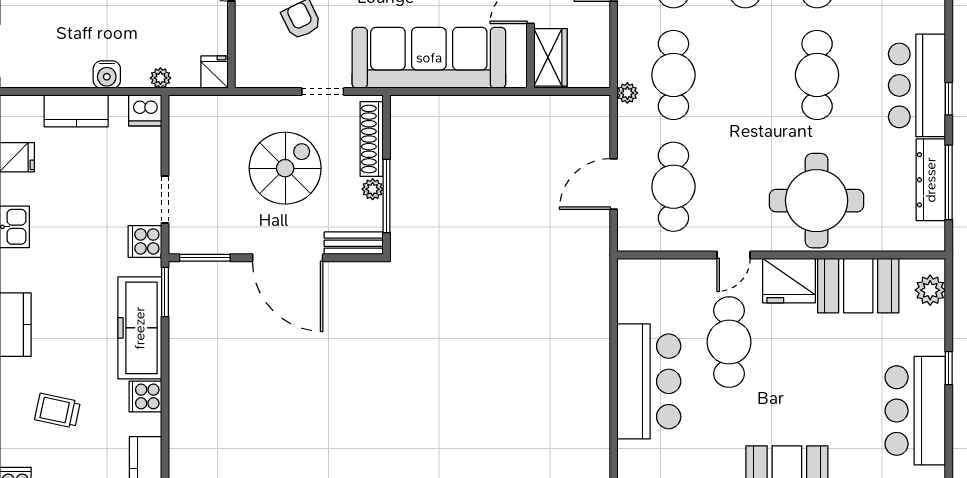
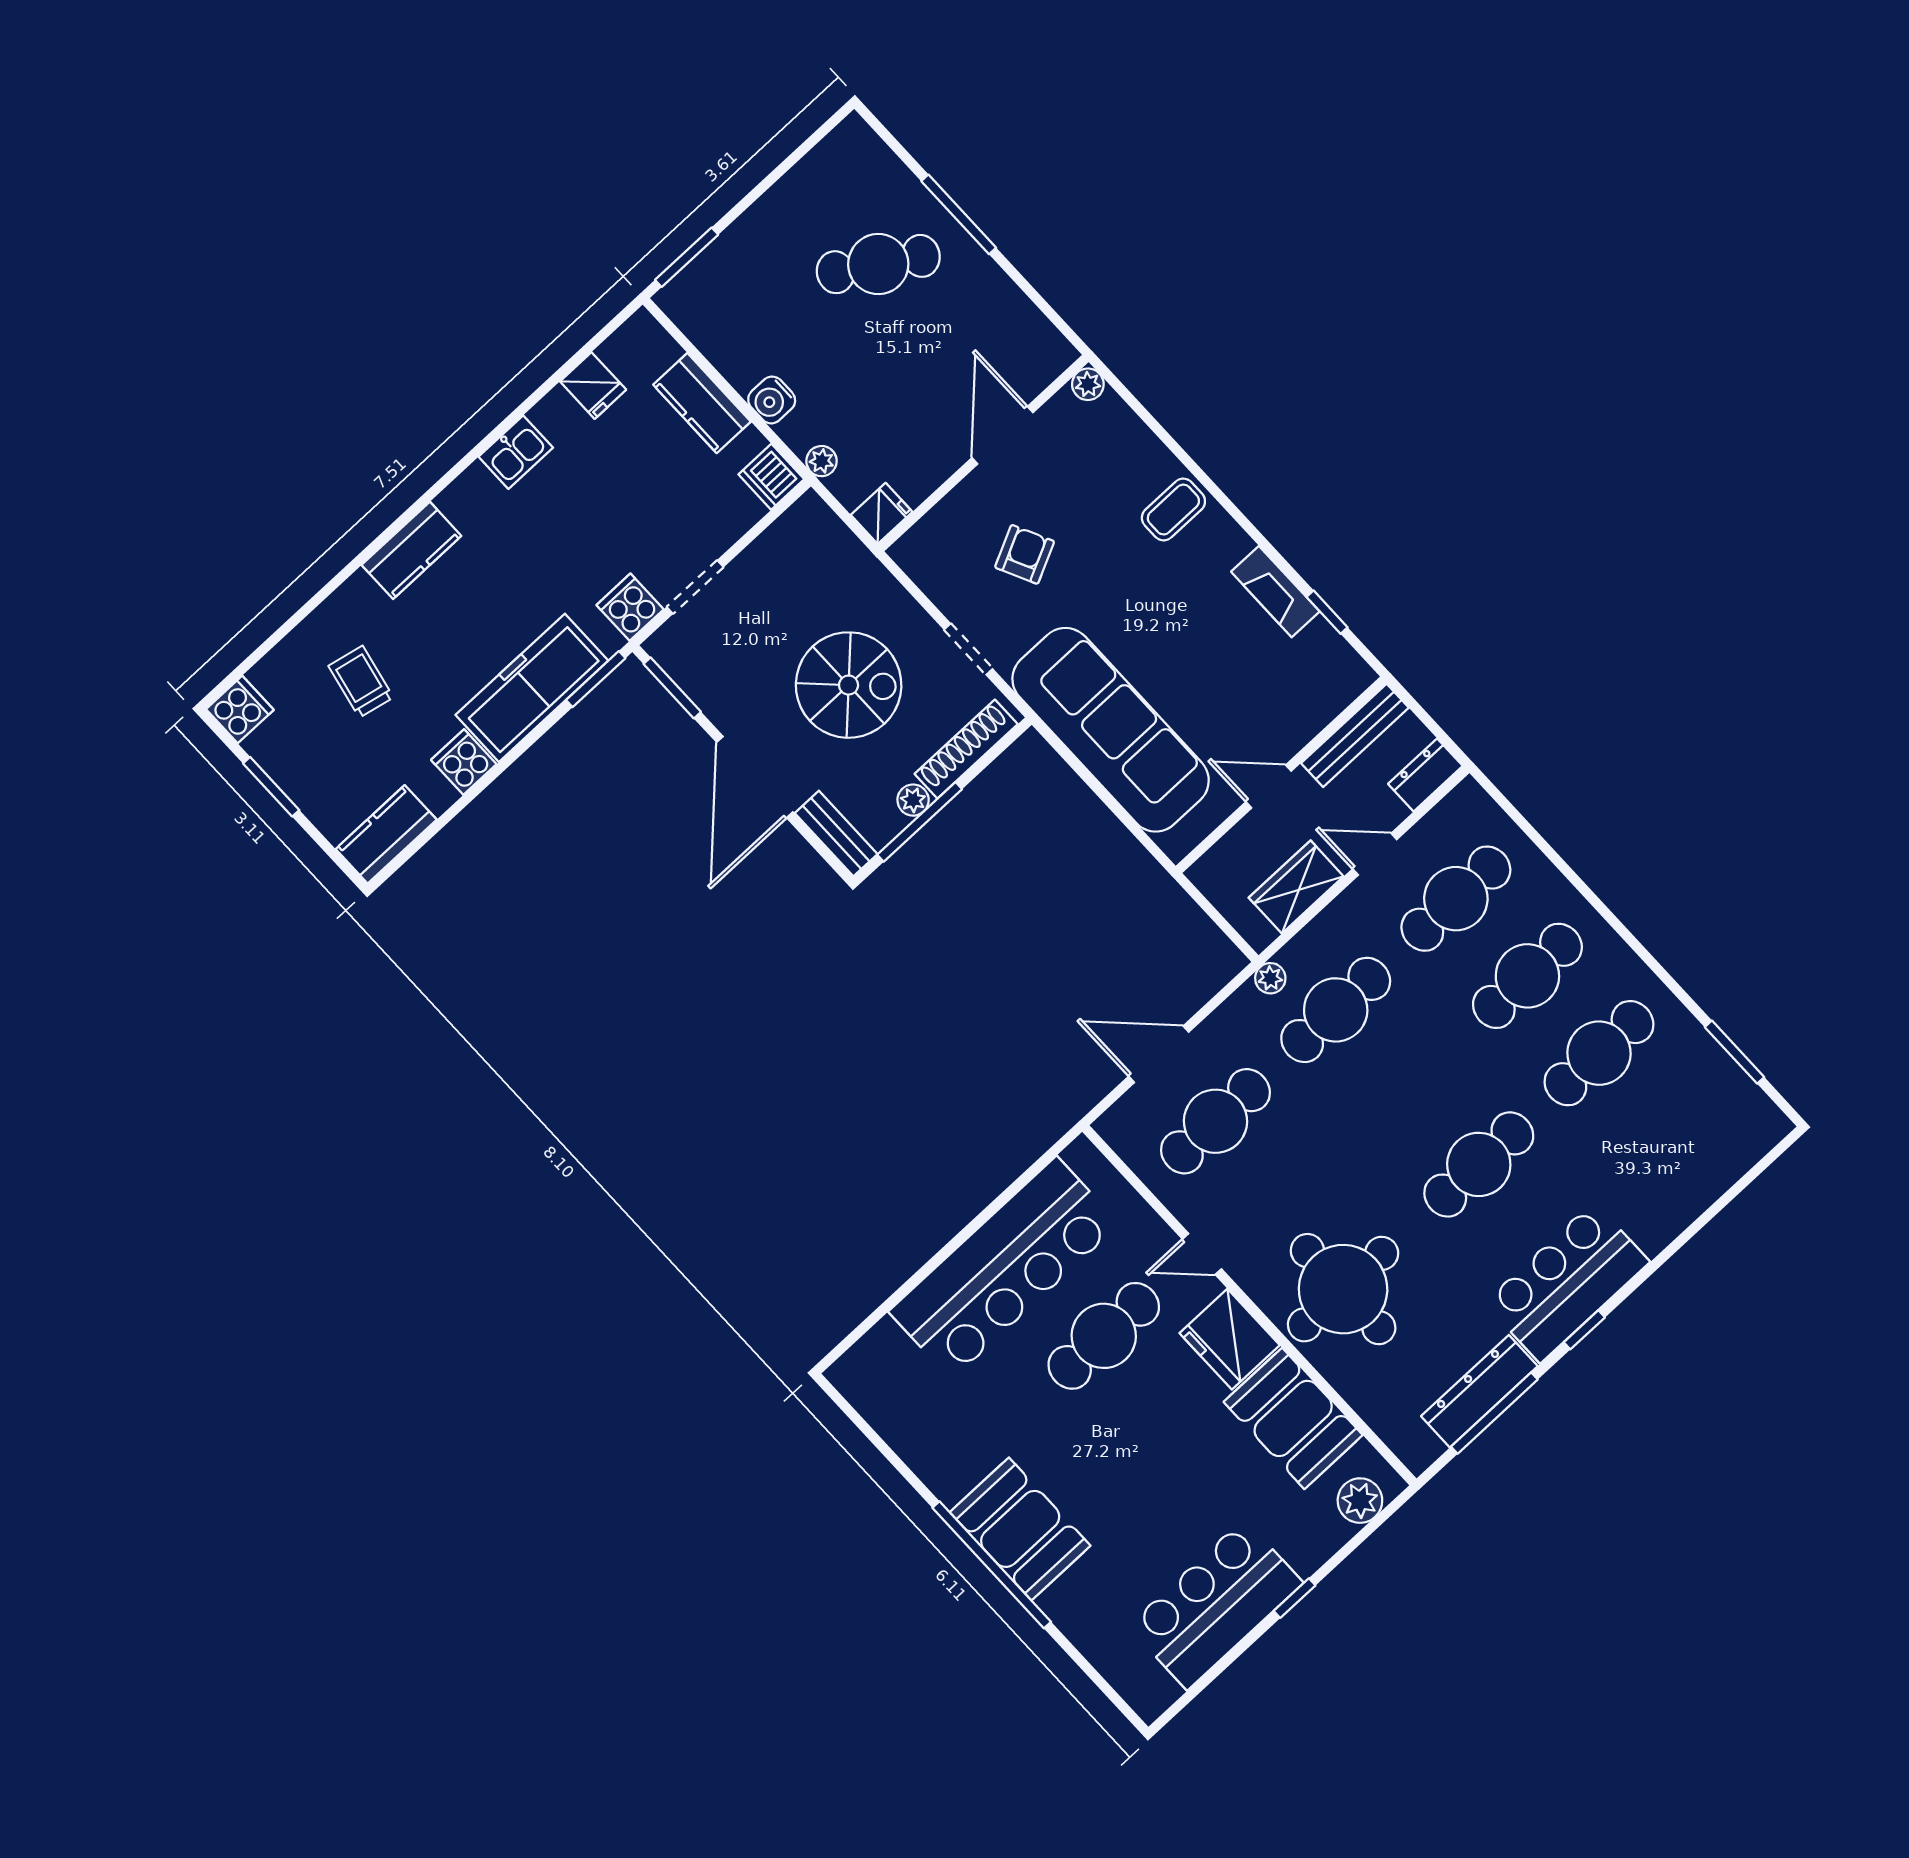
wardrobe: (551, 57) -> (1296, 887), moved, turned 180
bar counter: (649, 381) -> (1004, 1268), width x1.36

